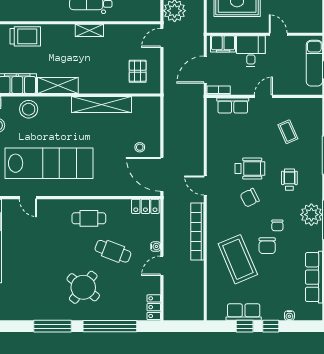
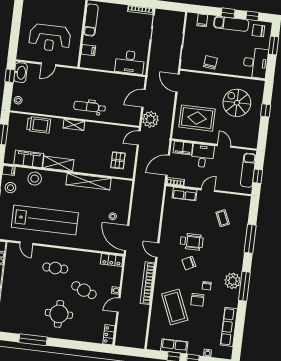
shelving: (89, 30) -> (74, 125), moved
wheelchair: (289, 180) -> (220, 253), removed
cafe table: (89, 218) -> (55, 268), moved
round table: (83, 287) -> (59, 314), turned -38
window: (110, 326) -> (75, 345), removed

